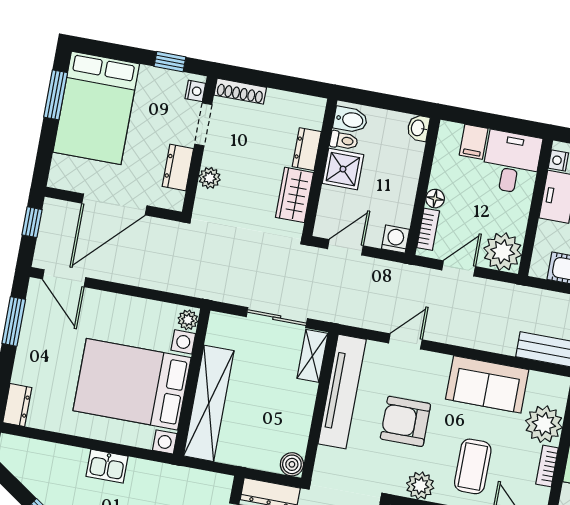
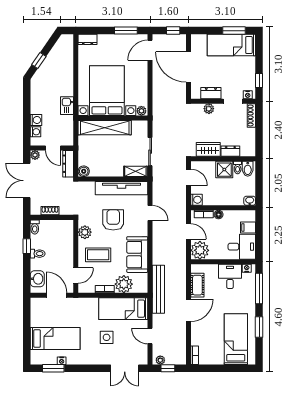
bed: (96, 108) -> (231, 45), width x0.67
kitchen sink: (107, 466) -> (67, 106), moved

